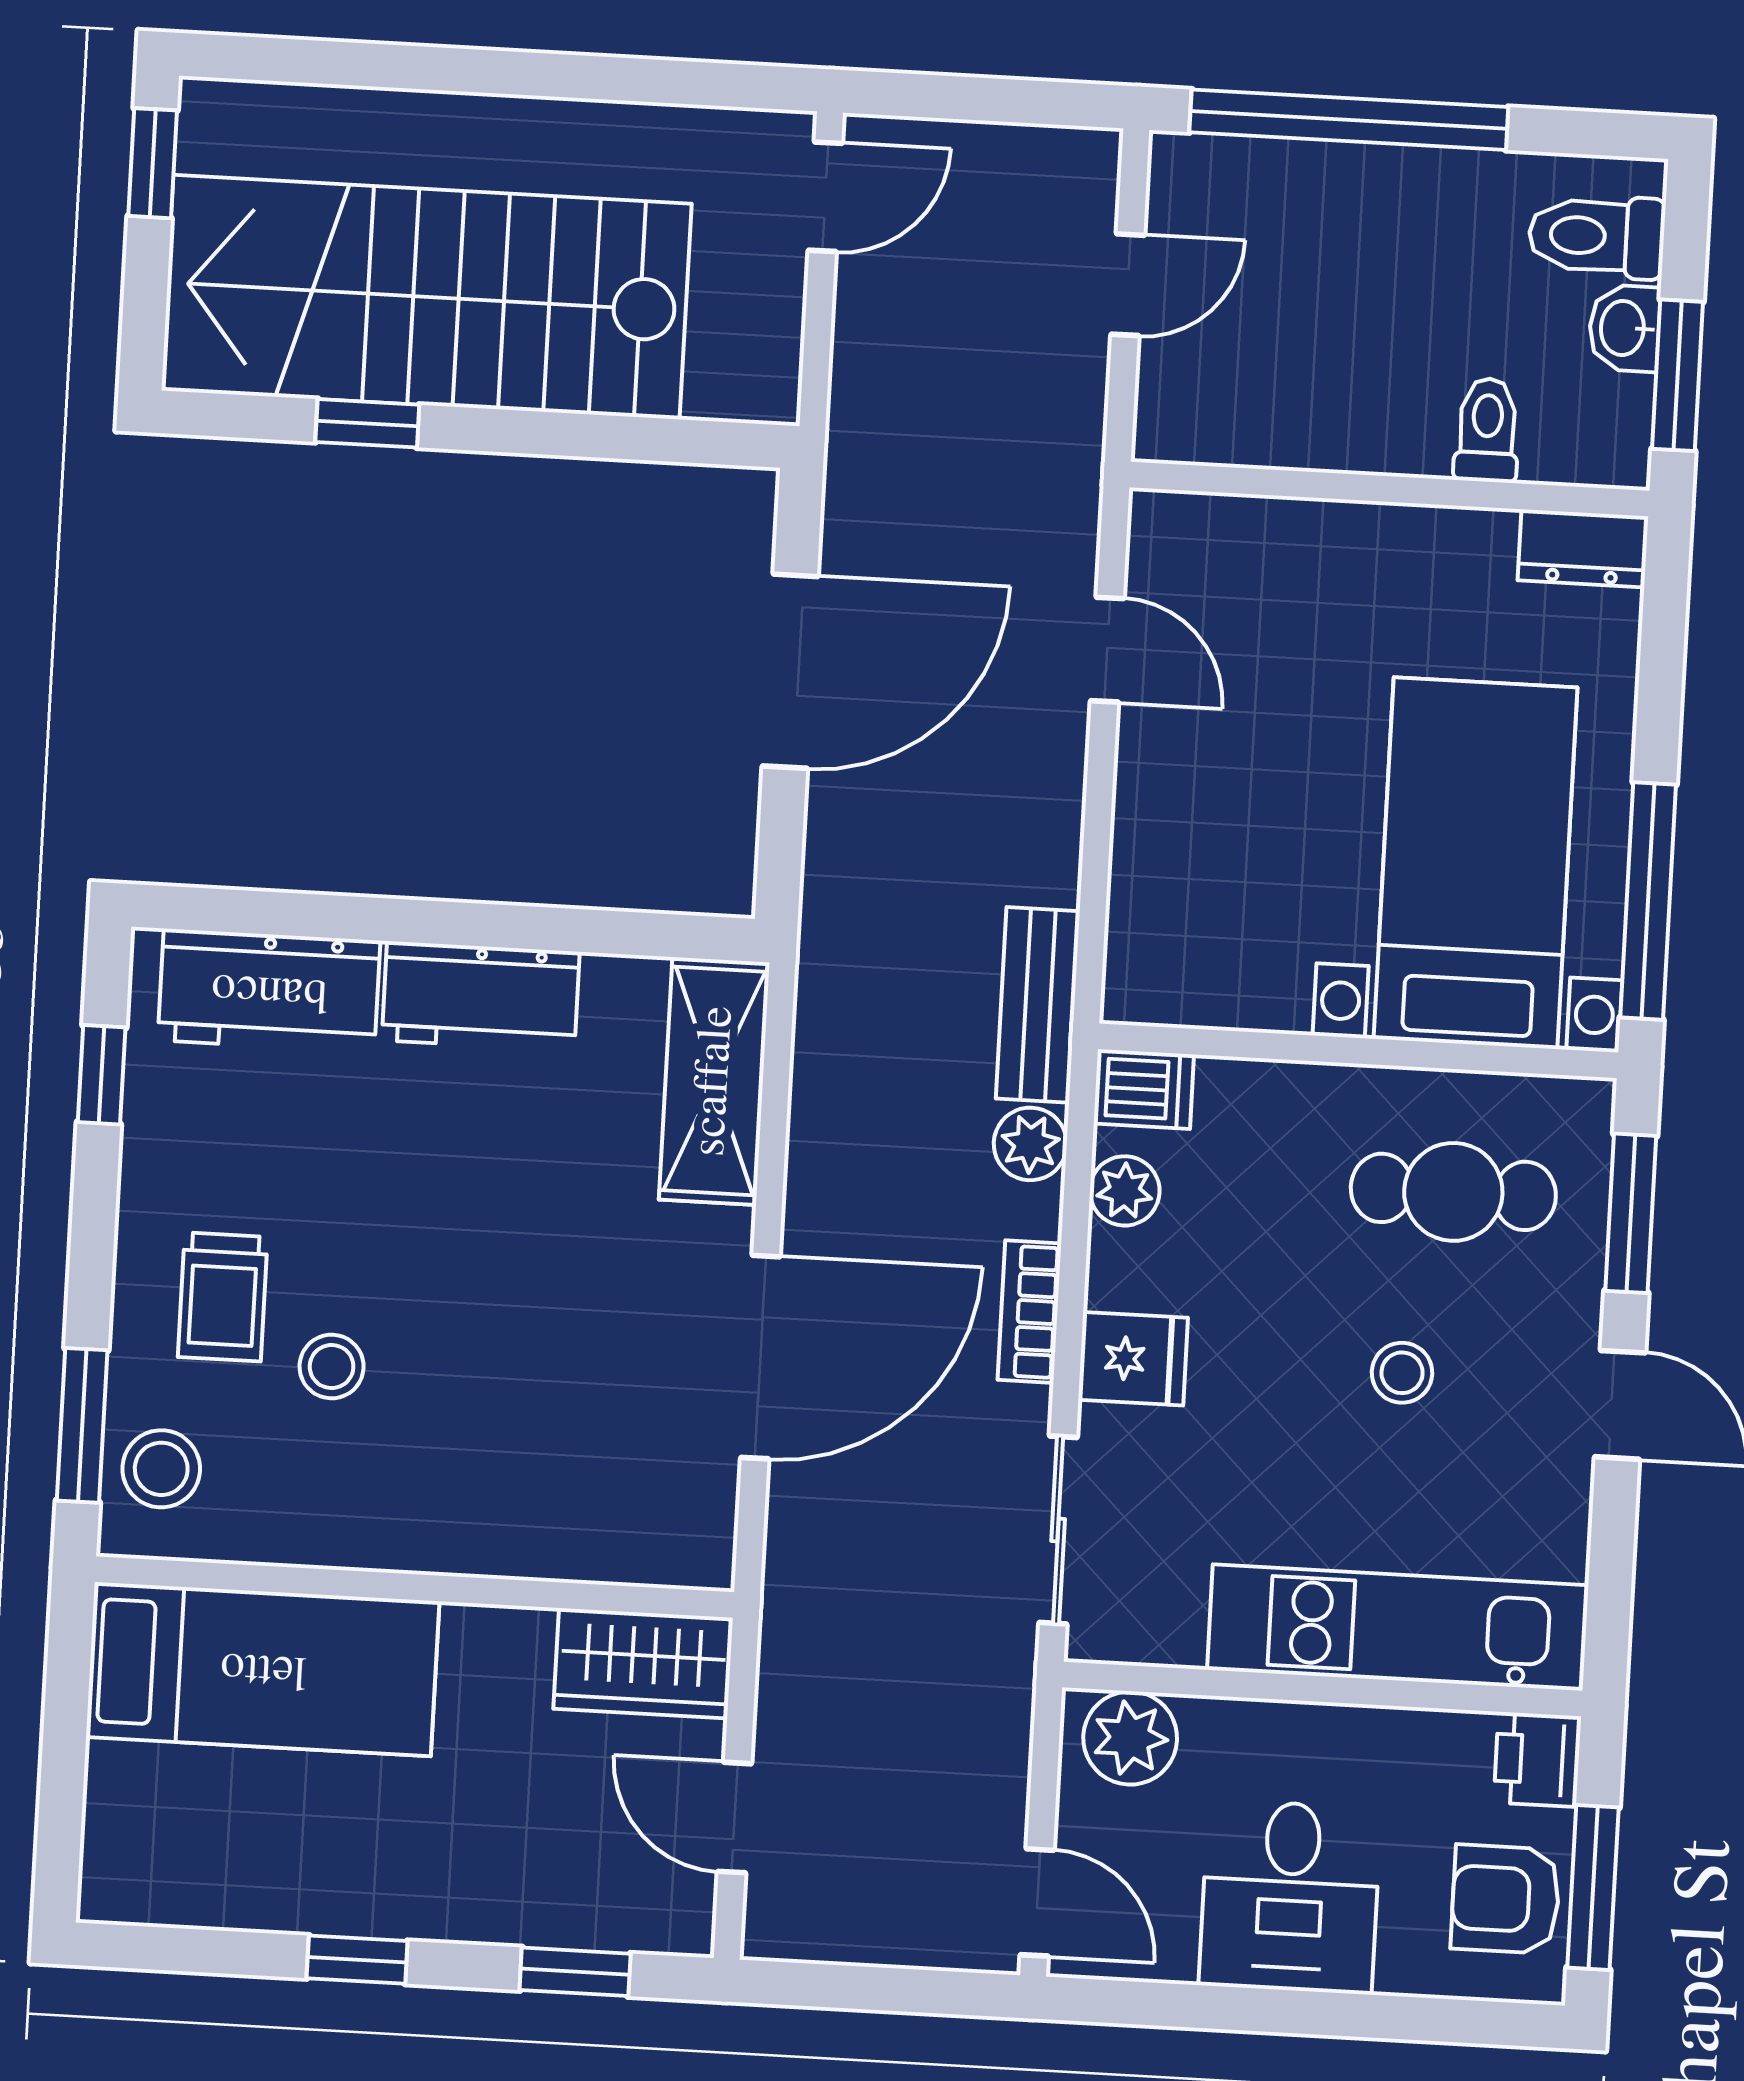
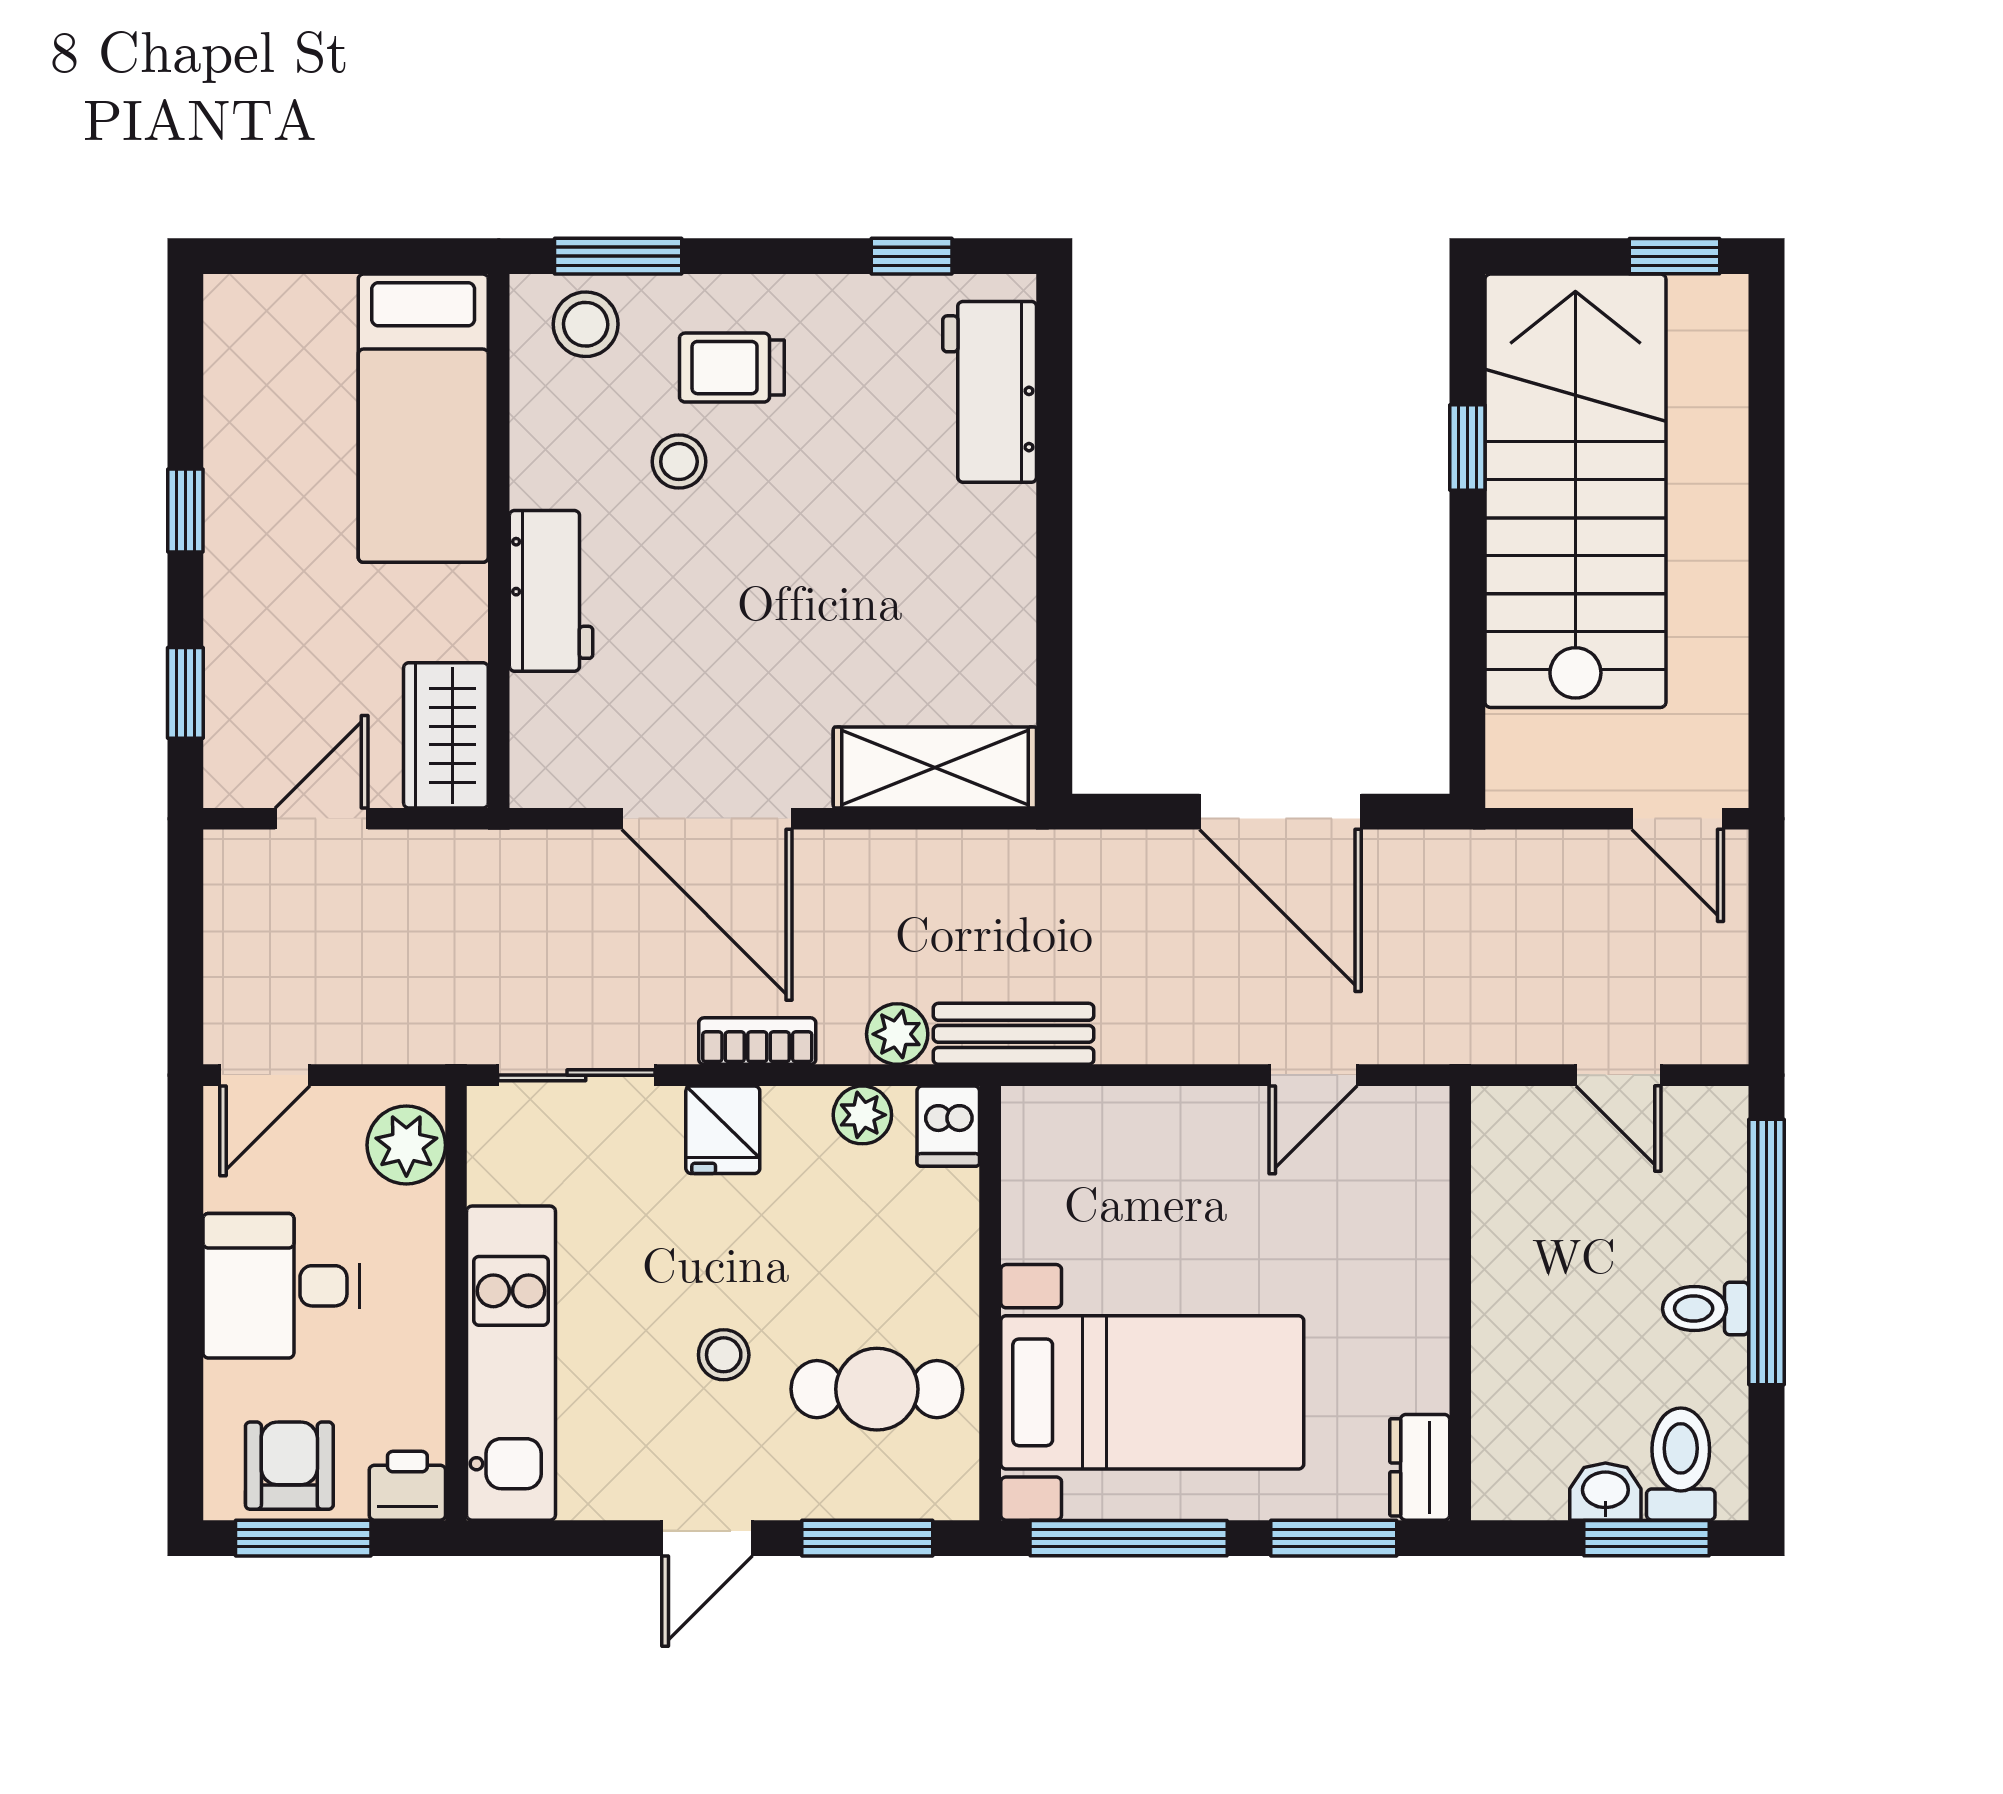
window: (1678, 375) -> (1647, 1538), moved
toilet: (1487, 430) -> (1706, 1309), moved, turned 180
window: (1662, 656) -> (1334, 1538), added
workbench: (481, 996) -> (551, 591), moved, turned 180
cafe table: (1453, 1192) -> (877, 1389), turned 90

